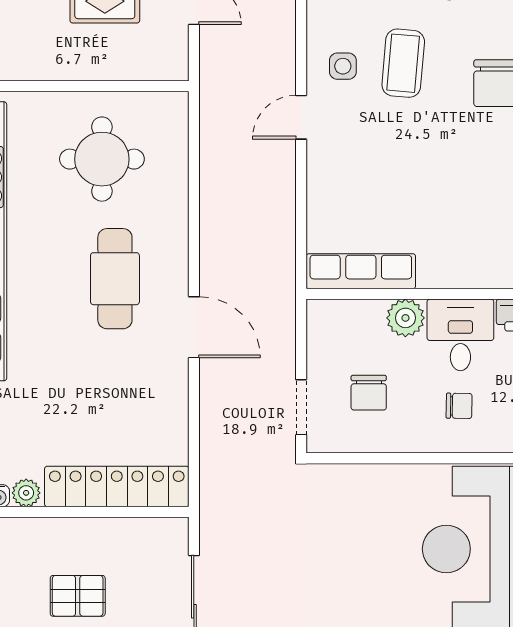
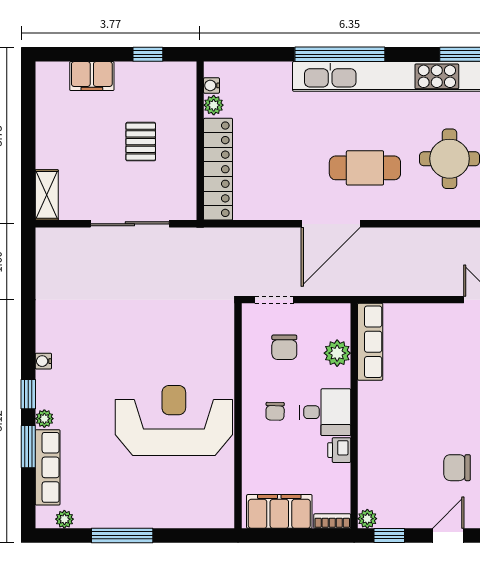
plant: (405, 318) -> (337, 353), moved
door: (194, 327) -> (331, 224), width x1.36
chair: (369, 393) -> (284, 347), turned -90

